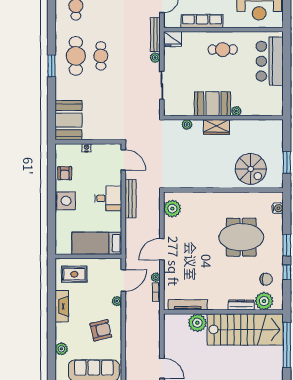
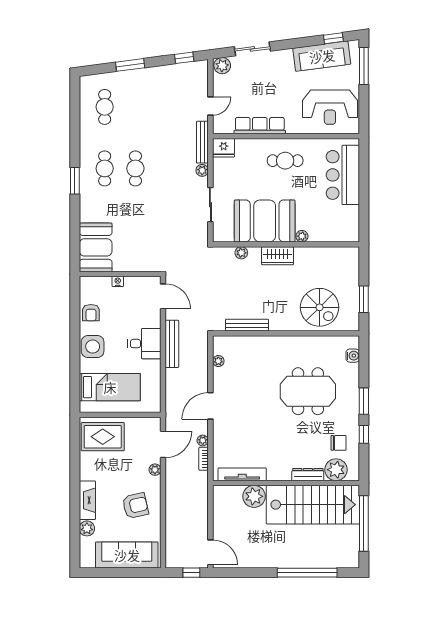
cafe table: (76, 56) -> (105, 168), width x0.73, depth x0.74
booth: (213, 104) -> (265, 221), width x1.36, depth x1.42
bench: (192, 183) -> (247, 325), added
plant: (172, 209) -> (218, 361), width x0.53, depth x0.53
bed: (97, 243) -> (110, 387), moved, turned 180
rug: (74, 274) -> (103, 437), width x1.36, depth x1.43
fireplace: (62, 306) -> (87, 500), moved

